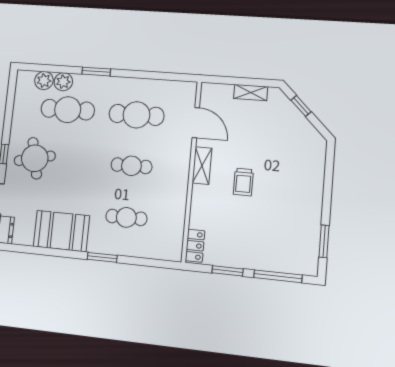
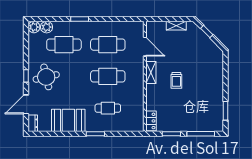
plant: (63, 82) -> (34, 27), moved
cafe table: (131, 166) -> (108, 76), width x1.37, depth x1.35

